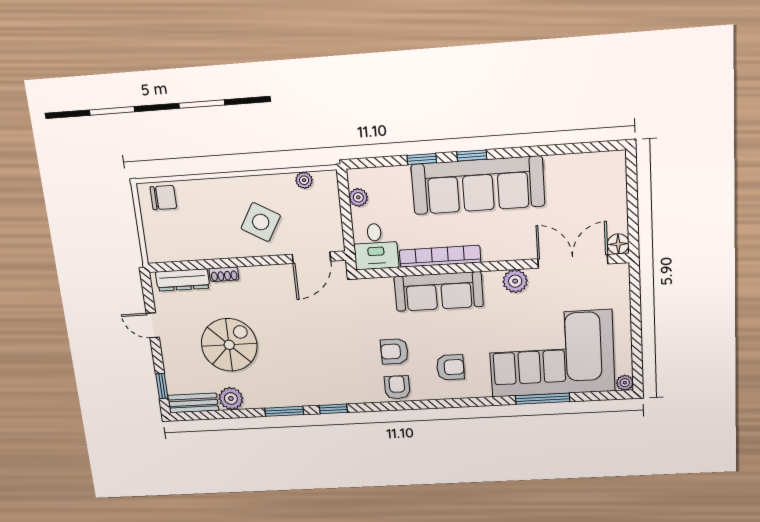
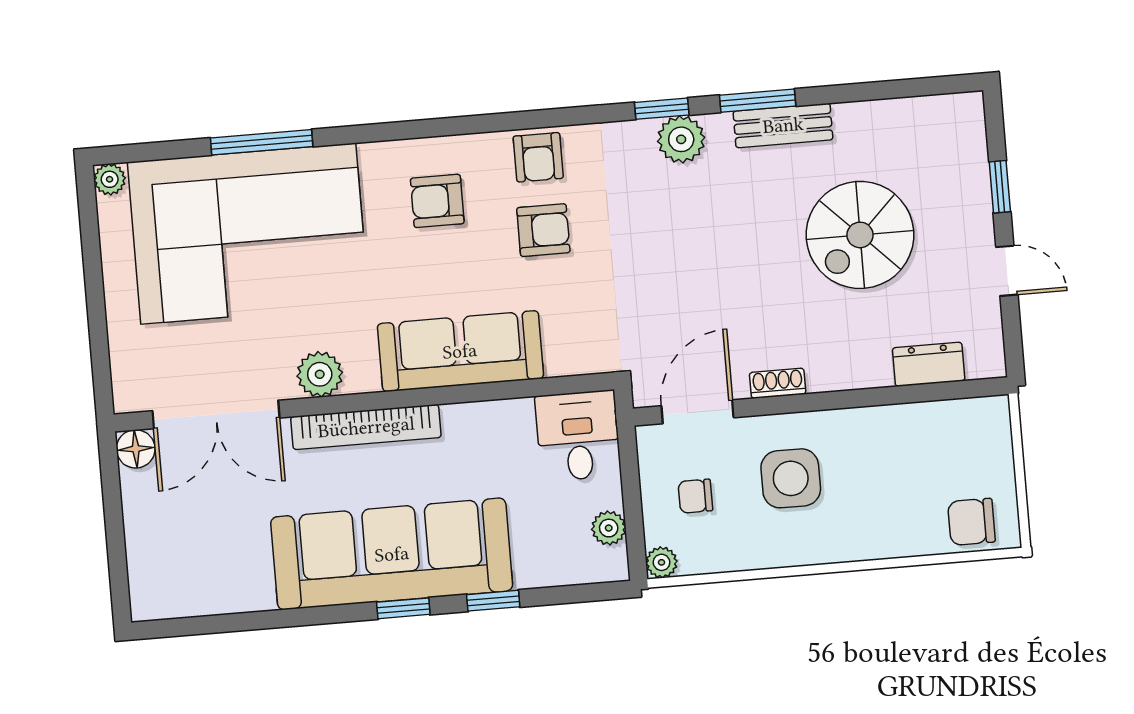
plant: (304, 180) -> (662, 562), moved
chair: (312, 214) -> (695, 496), added
side table: (261, 222) -> (791, 478), turned -30
bookcase: (440, 256) -> (366, 427), moved
shoe rack: (224, 274) -> (778, 383), moved
dresser: (183, 280) -> (929, 364), width x0.70
window: (162, 386) -> (1000, 187), moved
plant: (231, 398) -> (681, 139), moved
bench: (193, 403) -> (783, 125), moved

